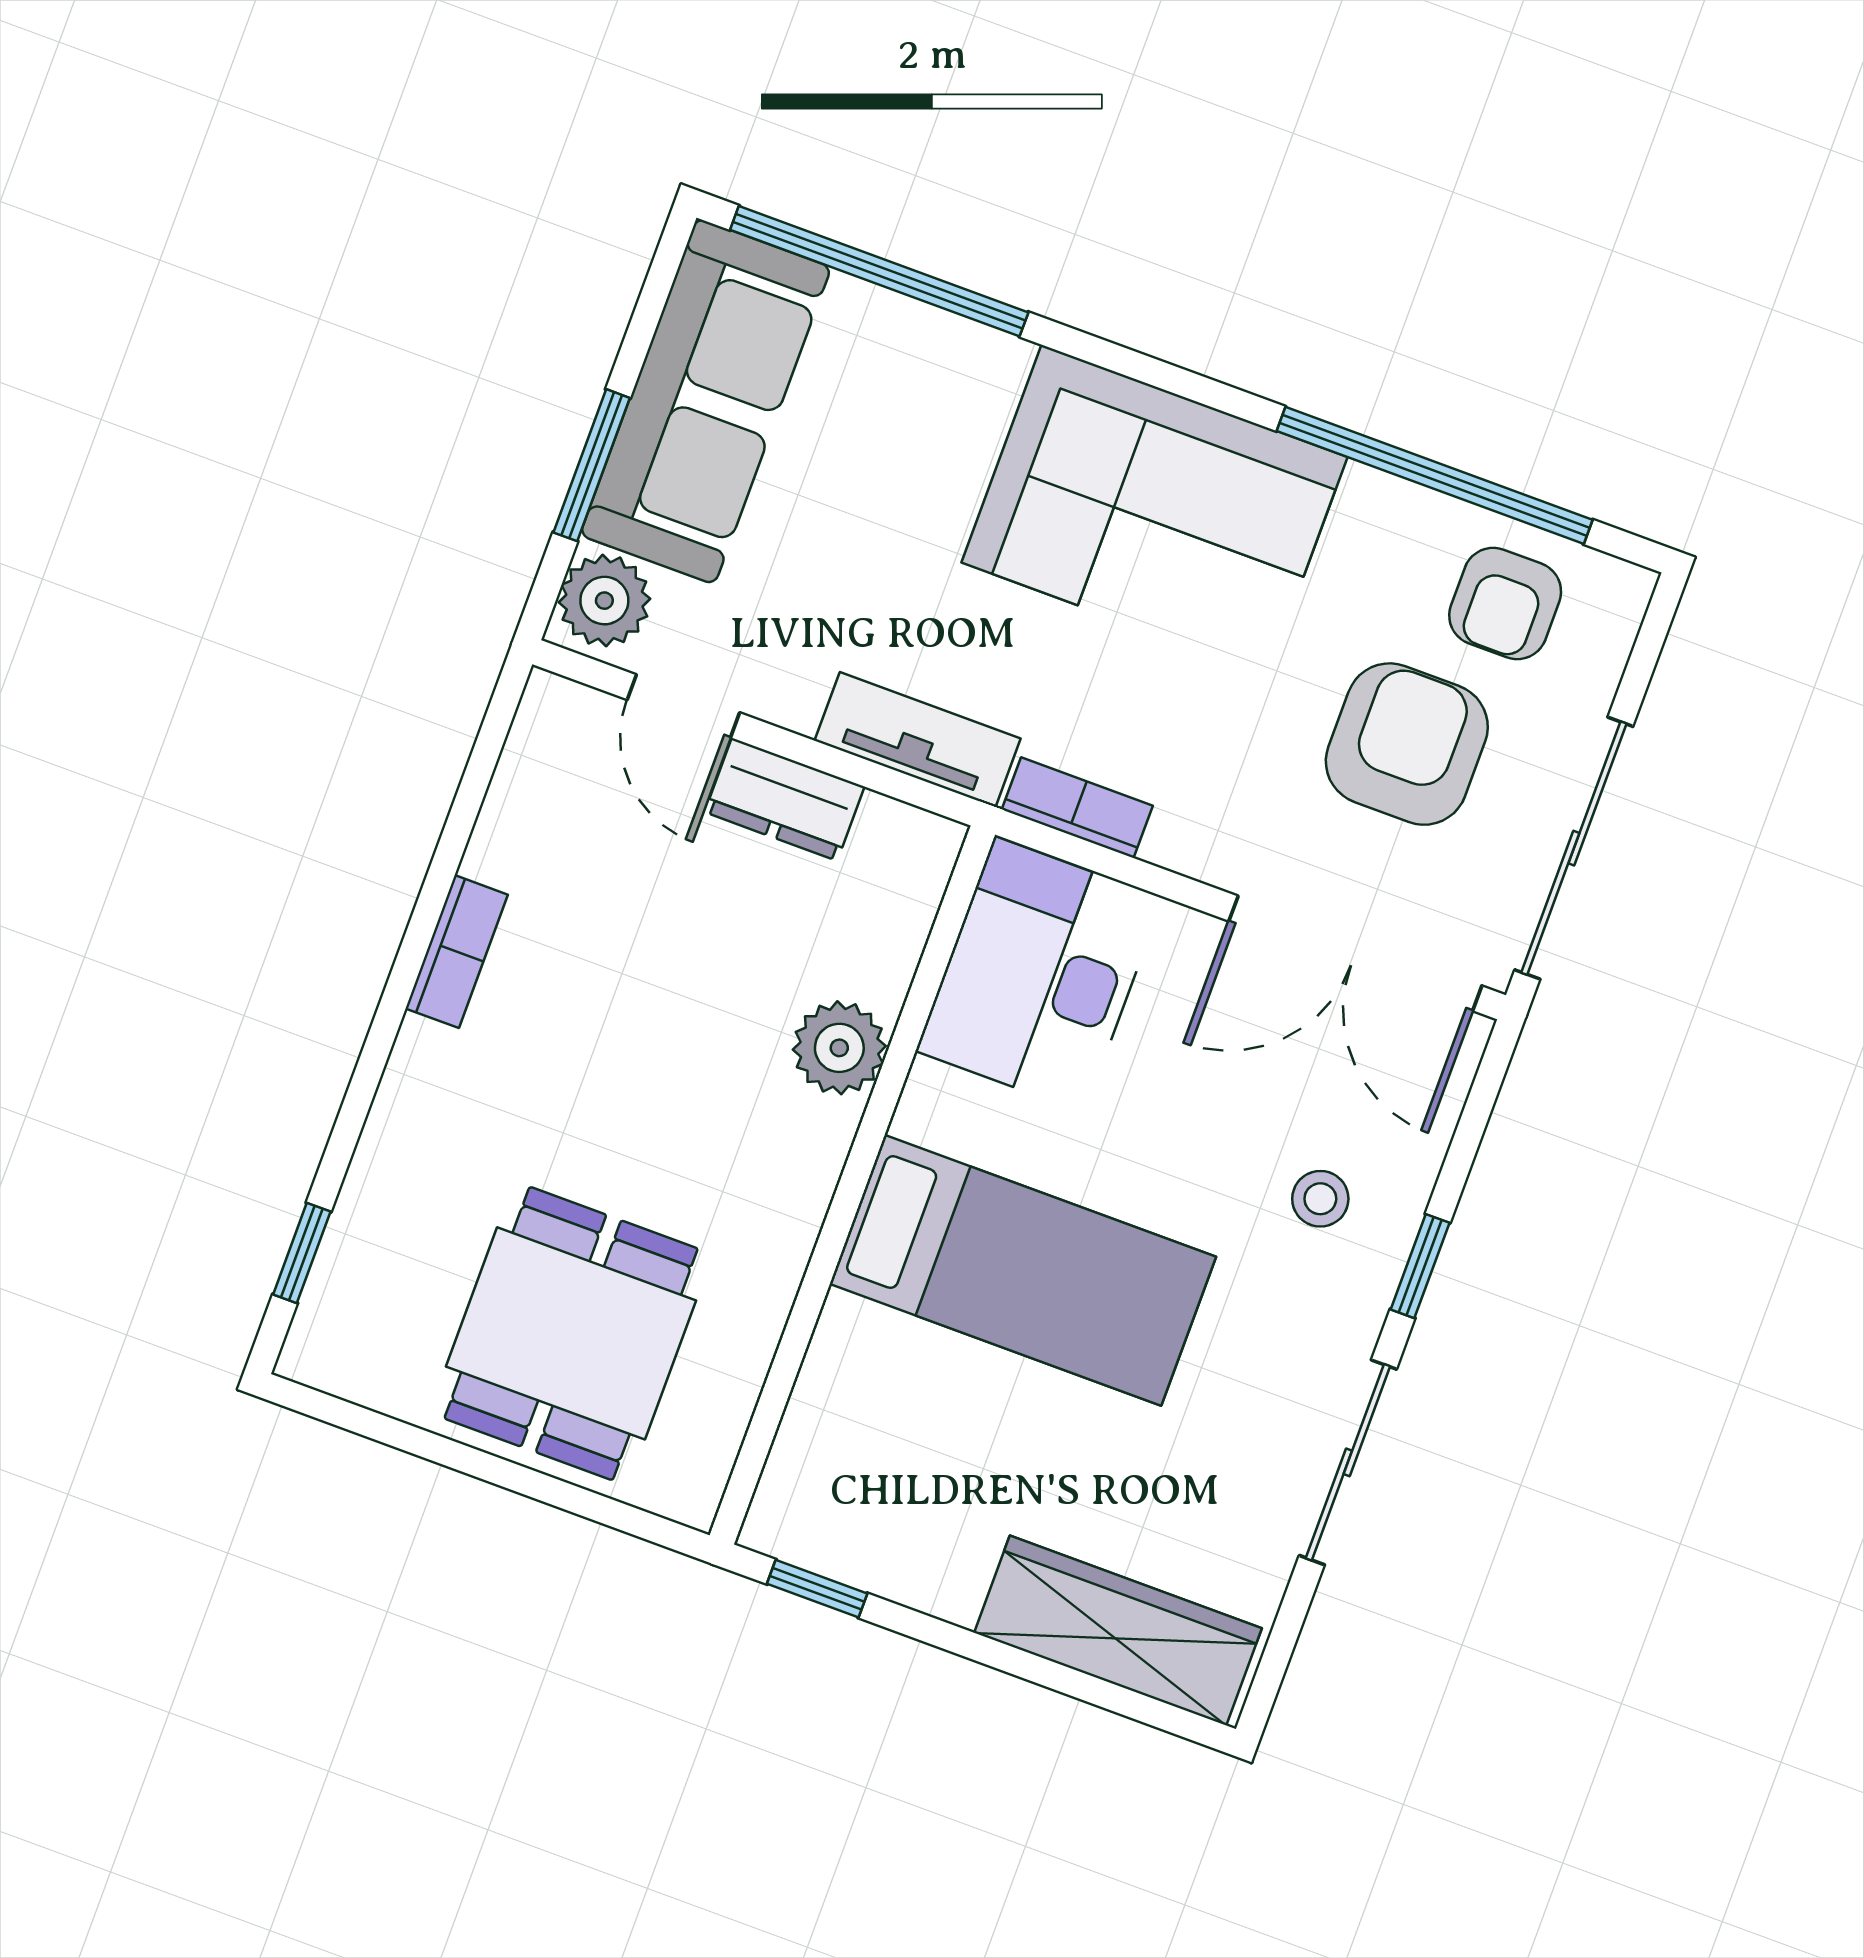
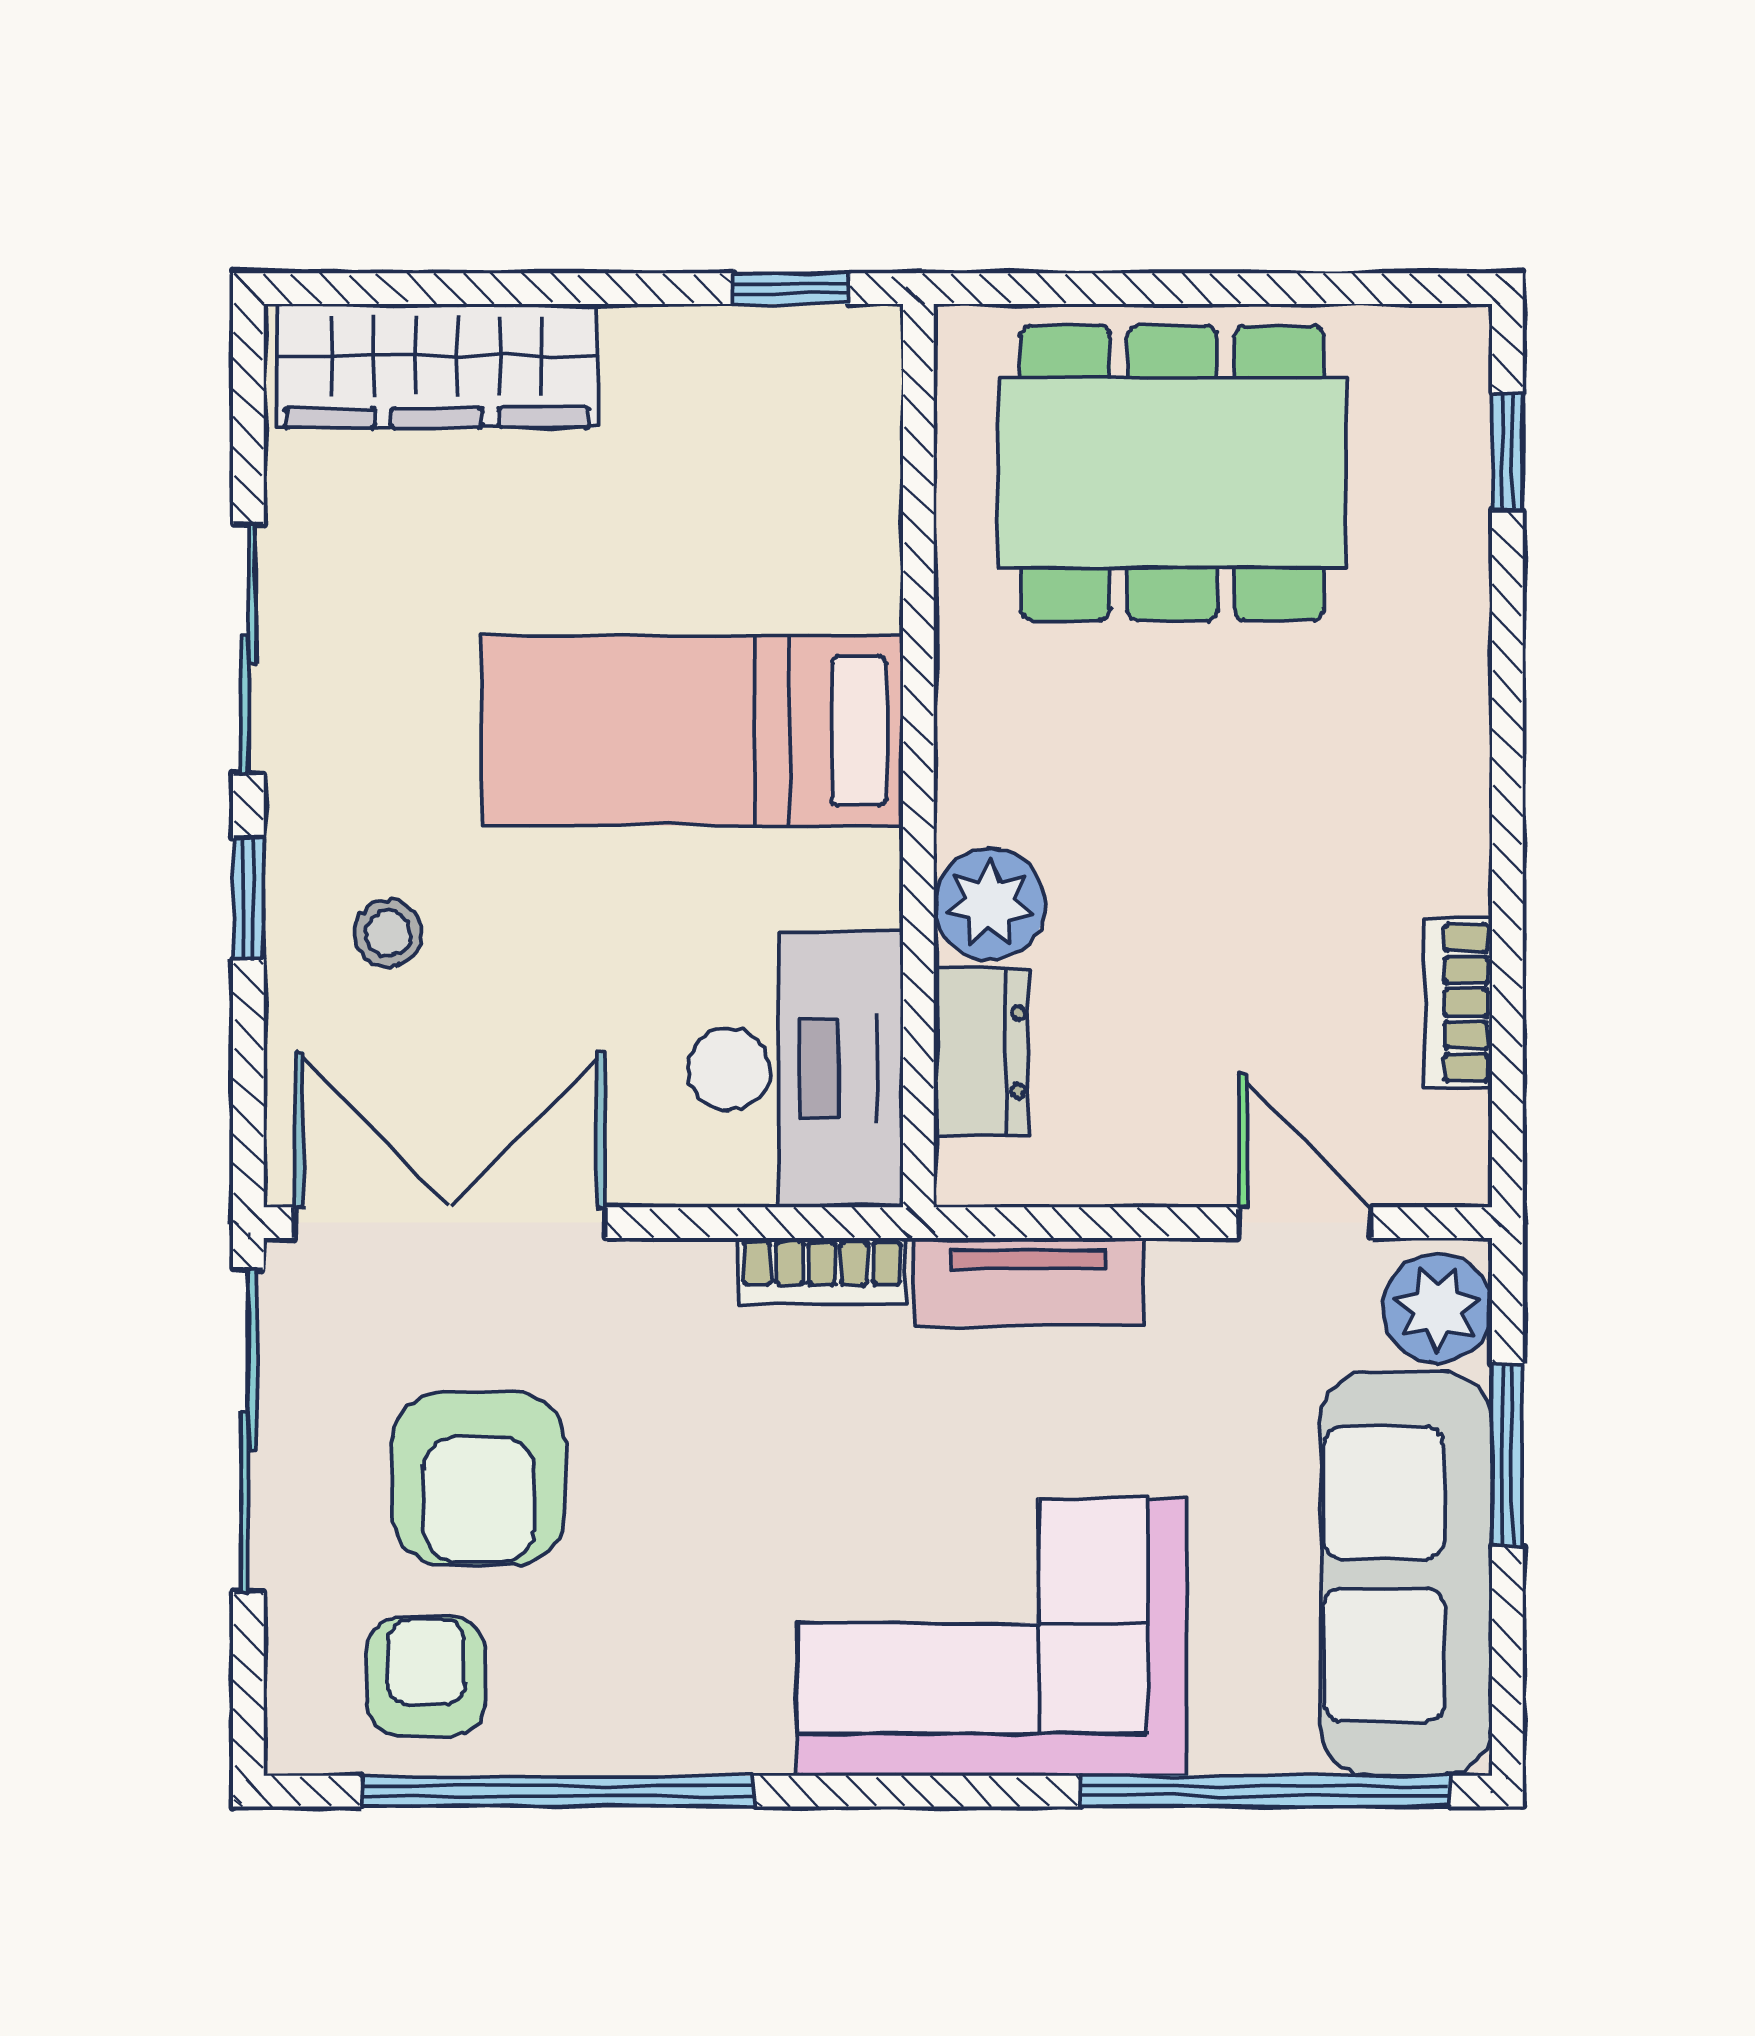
corner sofa: (1154, 510) -> (992, 1637), moved
dresser: (785, 799) -> (981, 1052), moved, turned 90
bookcase: (457, 952) -> (1458, 1003), moved
dining table: (571, 1333) -> (1172, 473), width x1.37

